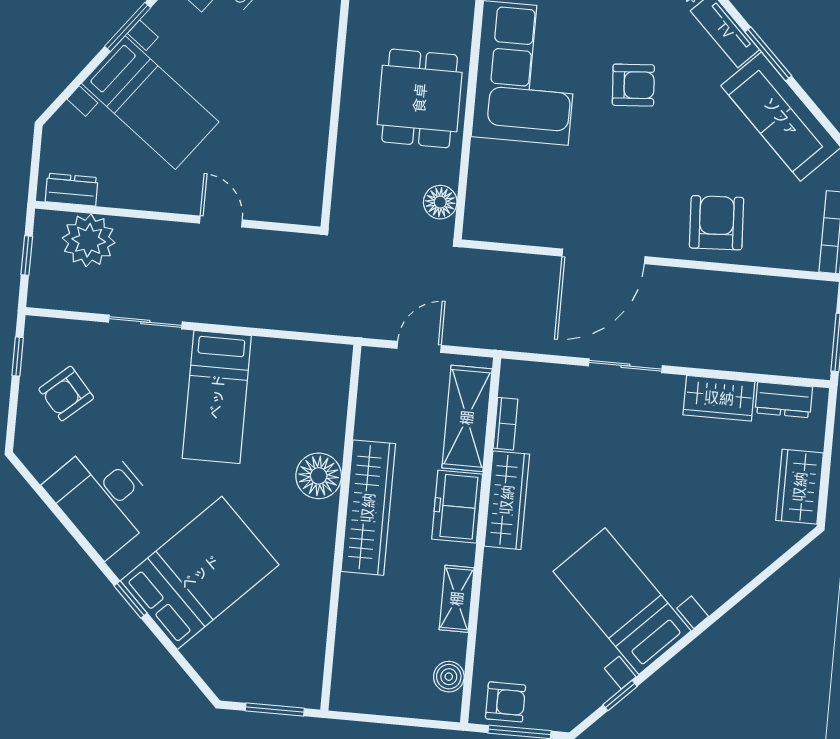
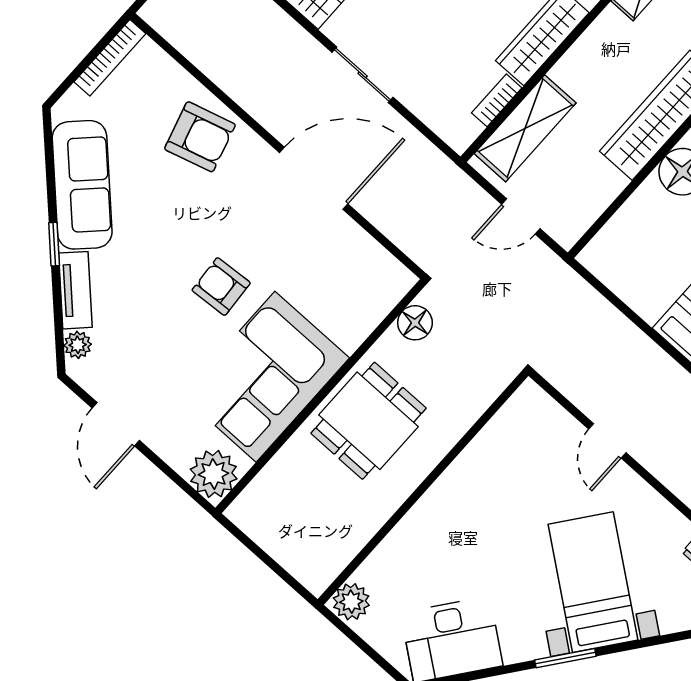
window: (768, 54) -> (54, 244), width x0.67
armchair: (633, 85) -> (221, 287), moved
armchair: (717, 223) -> (200, 137), turned -103
freezer: (457, 507) -> (587, 62), removed

